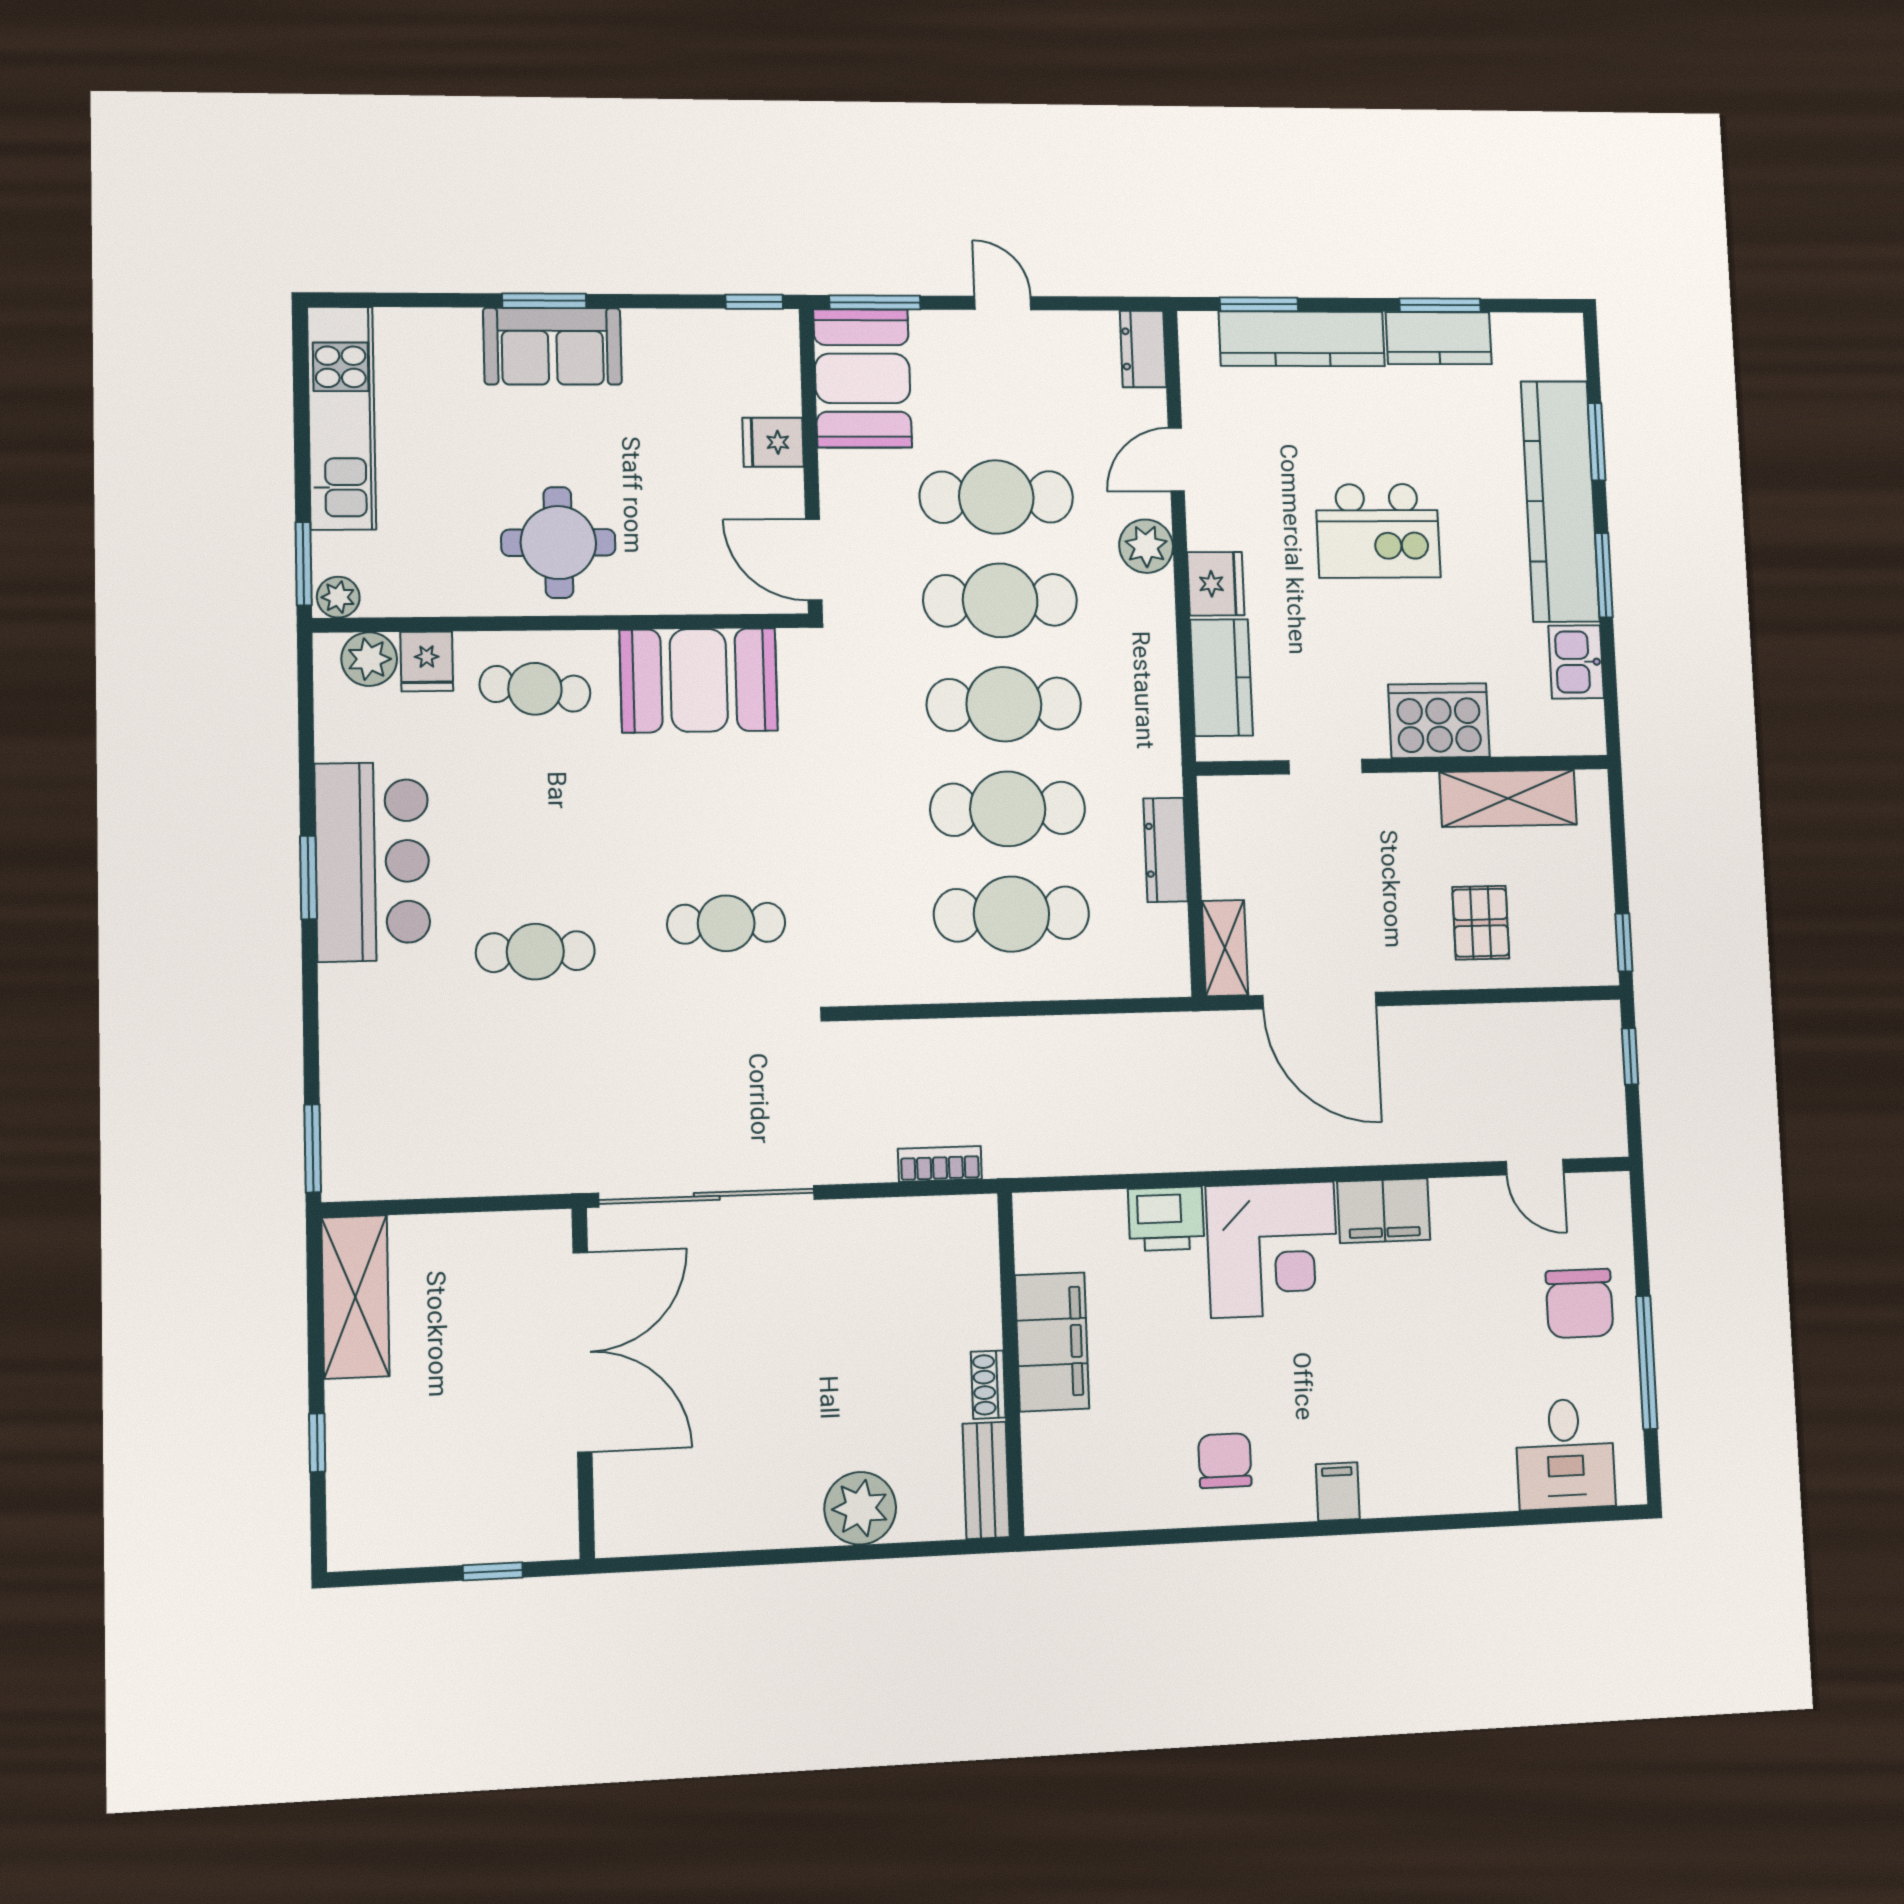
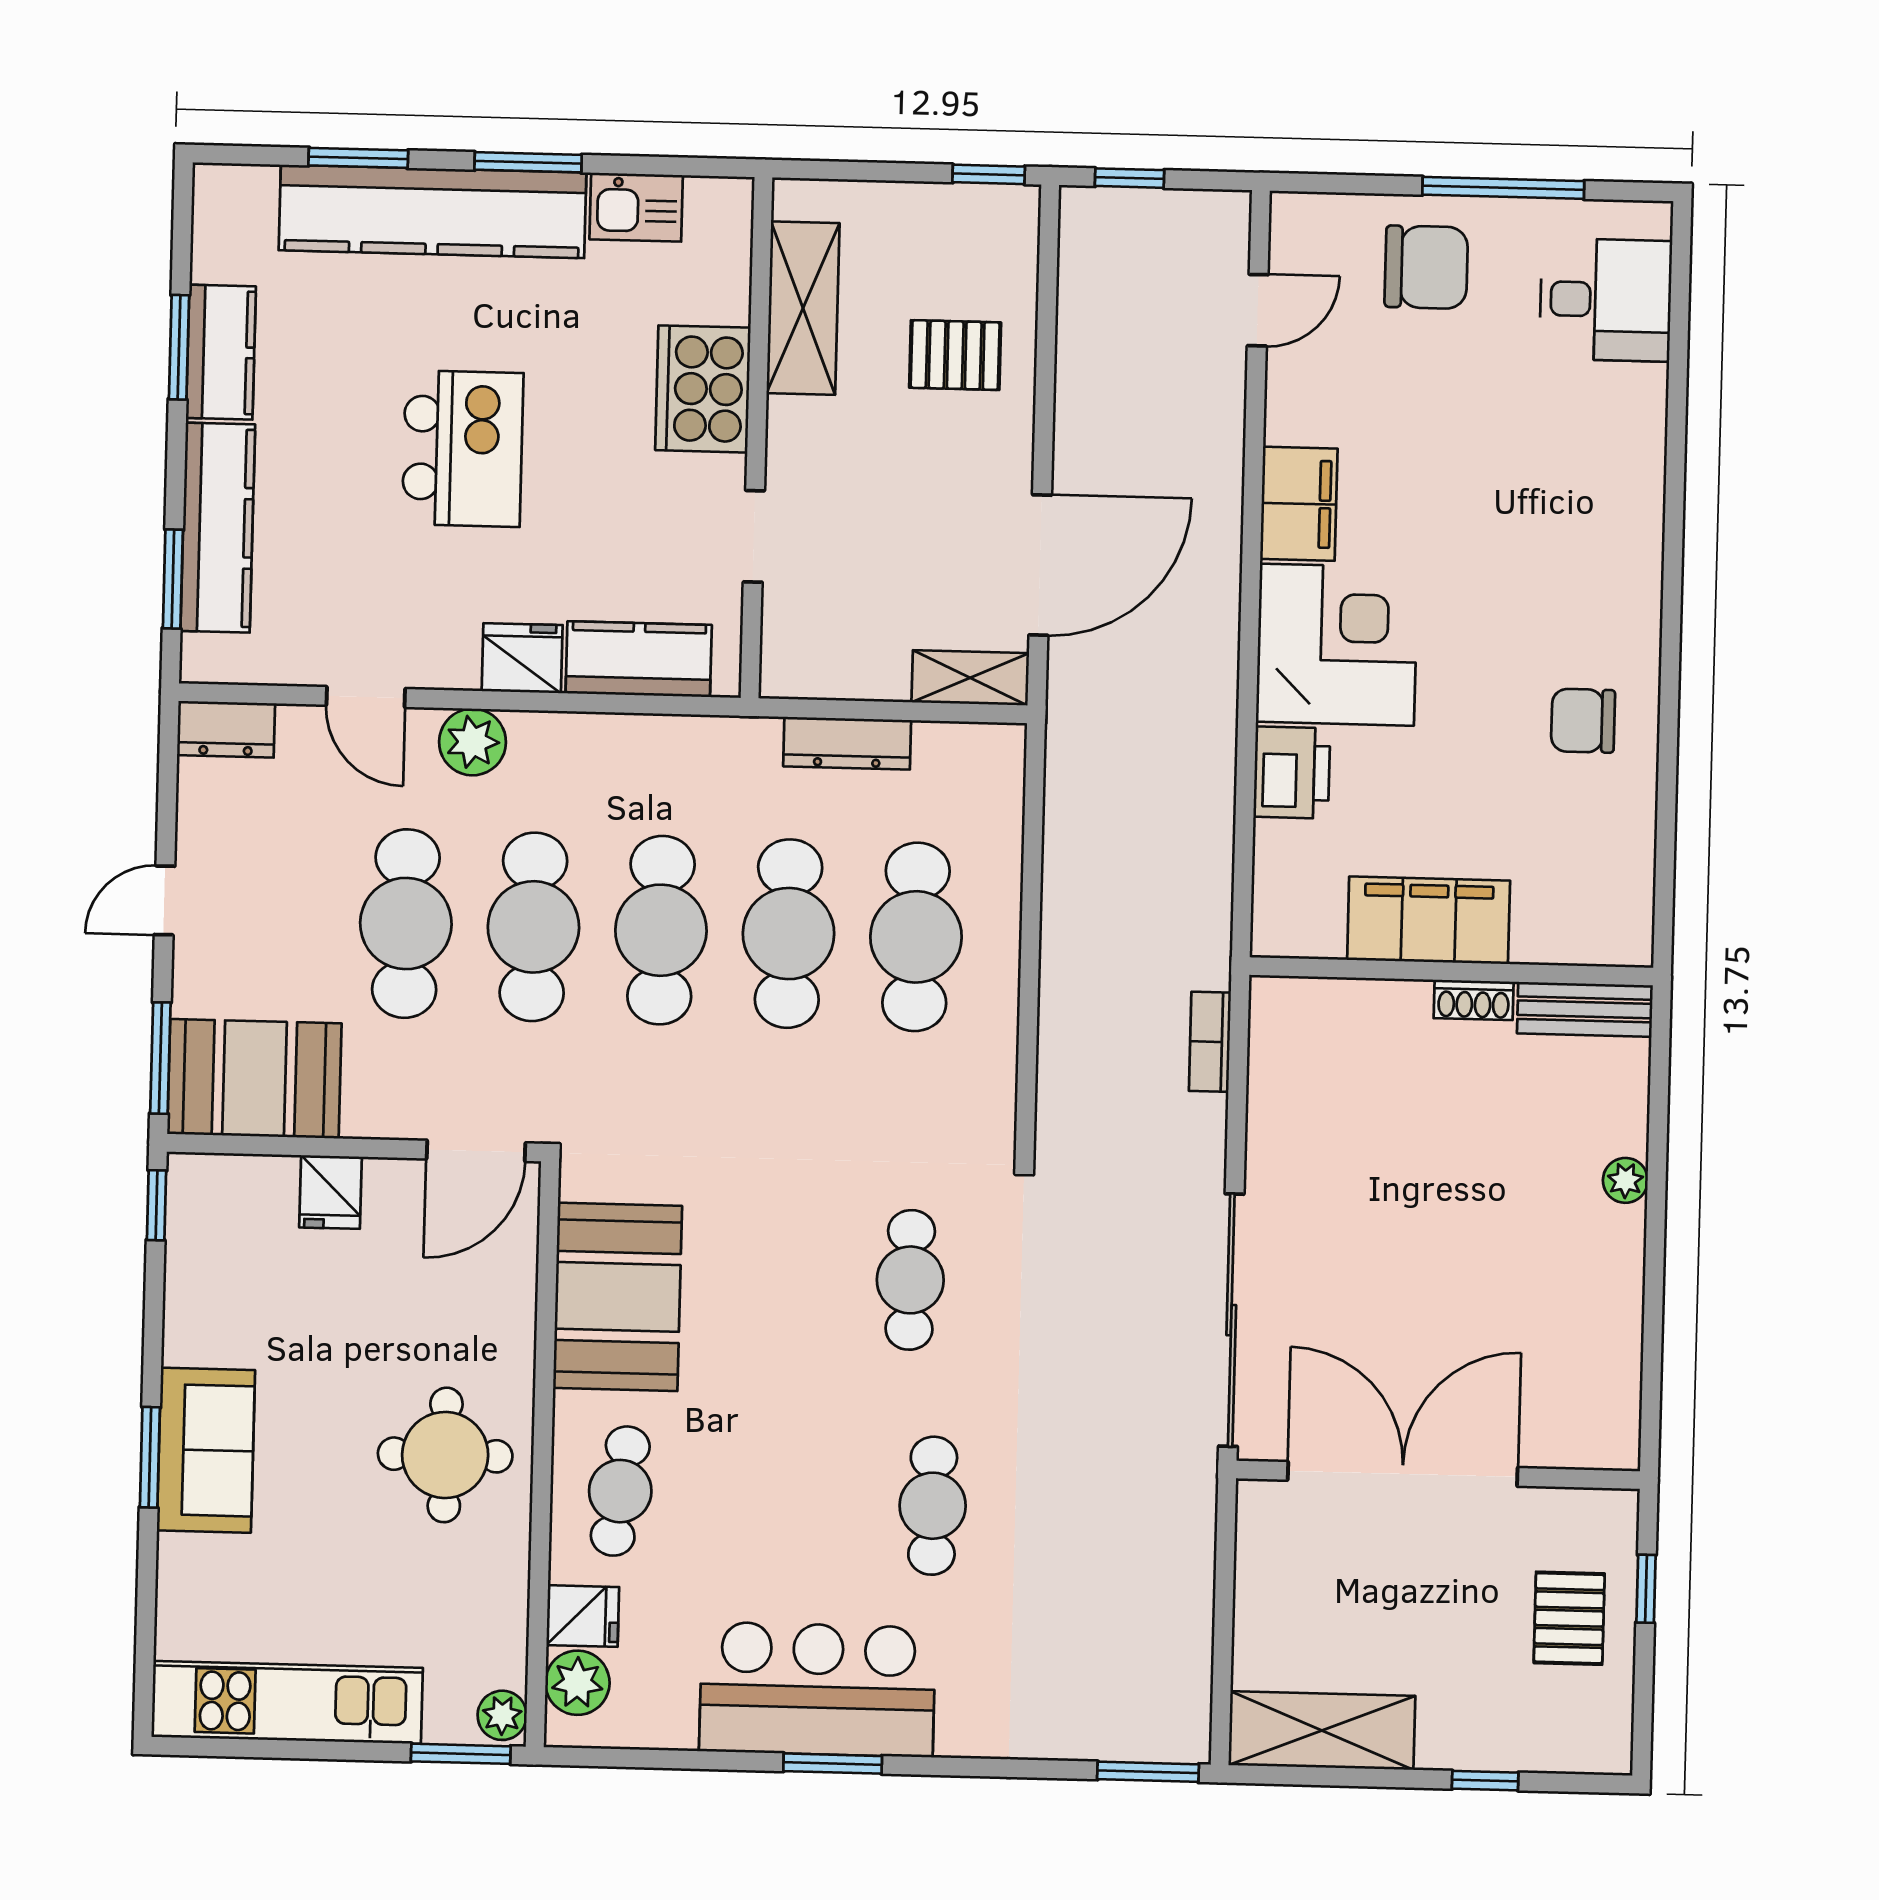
filing cabinet: (1338, 1492) -> (1630, 585), removed
pallet: (464, 1506) -> (1569, 1618), added
plant: (860, 1508) -> (1625, 1180), width x0.53, depth x0.53

